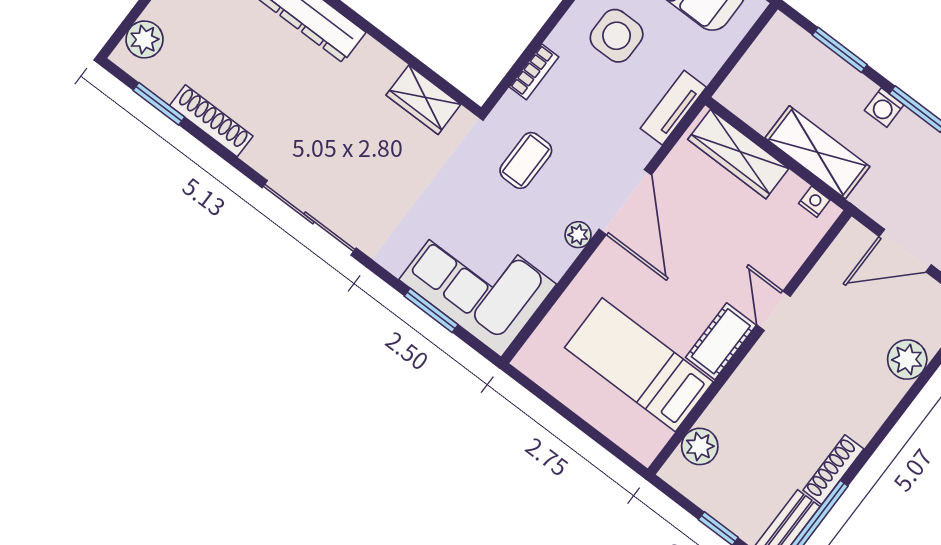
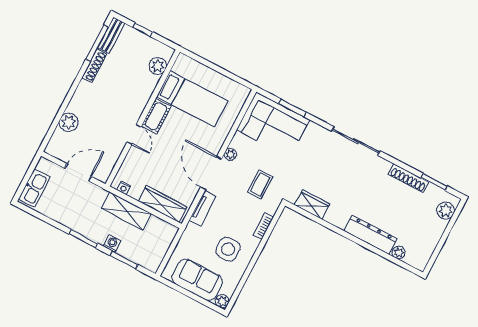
tv unit: (673, 108) -> (203, 208), moved
washing machine: (884, 108) -> (112, 244), moved

